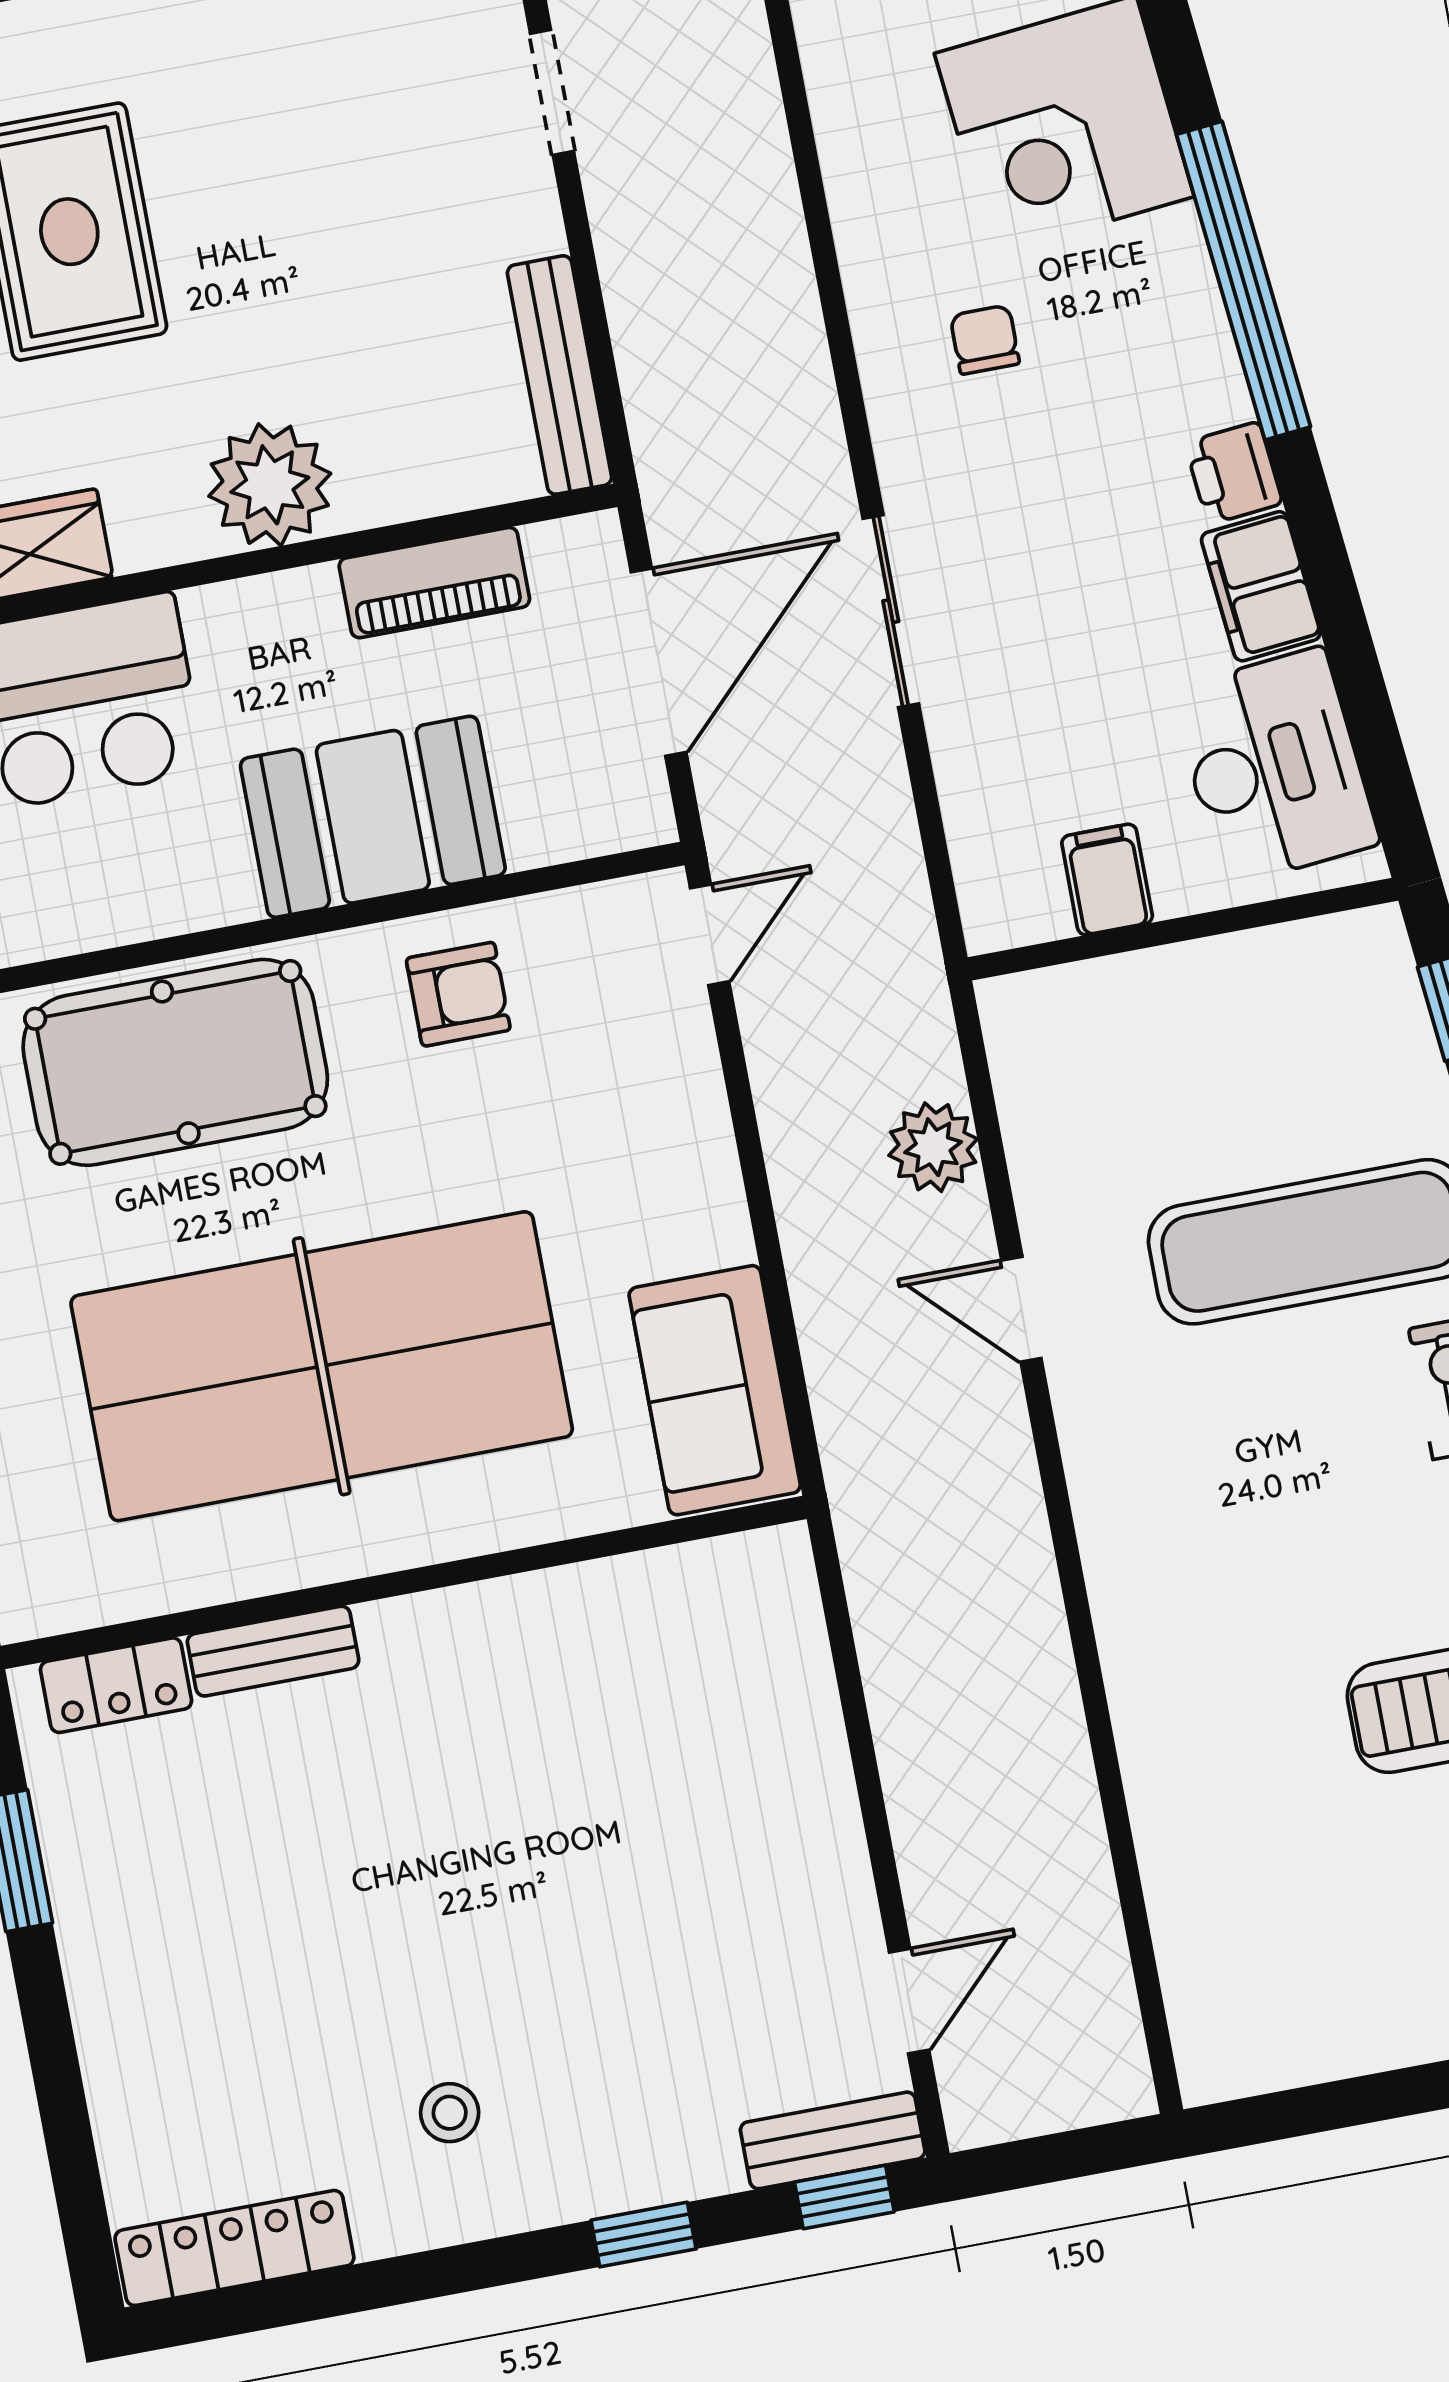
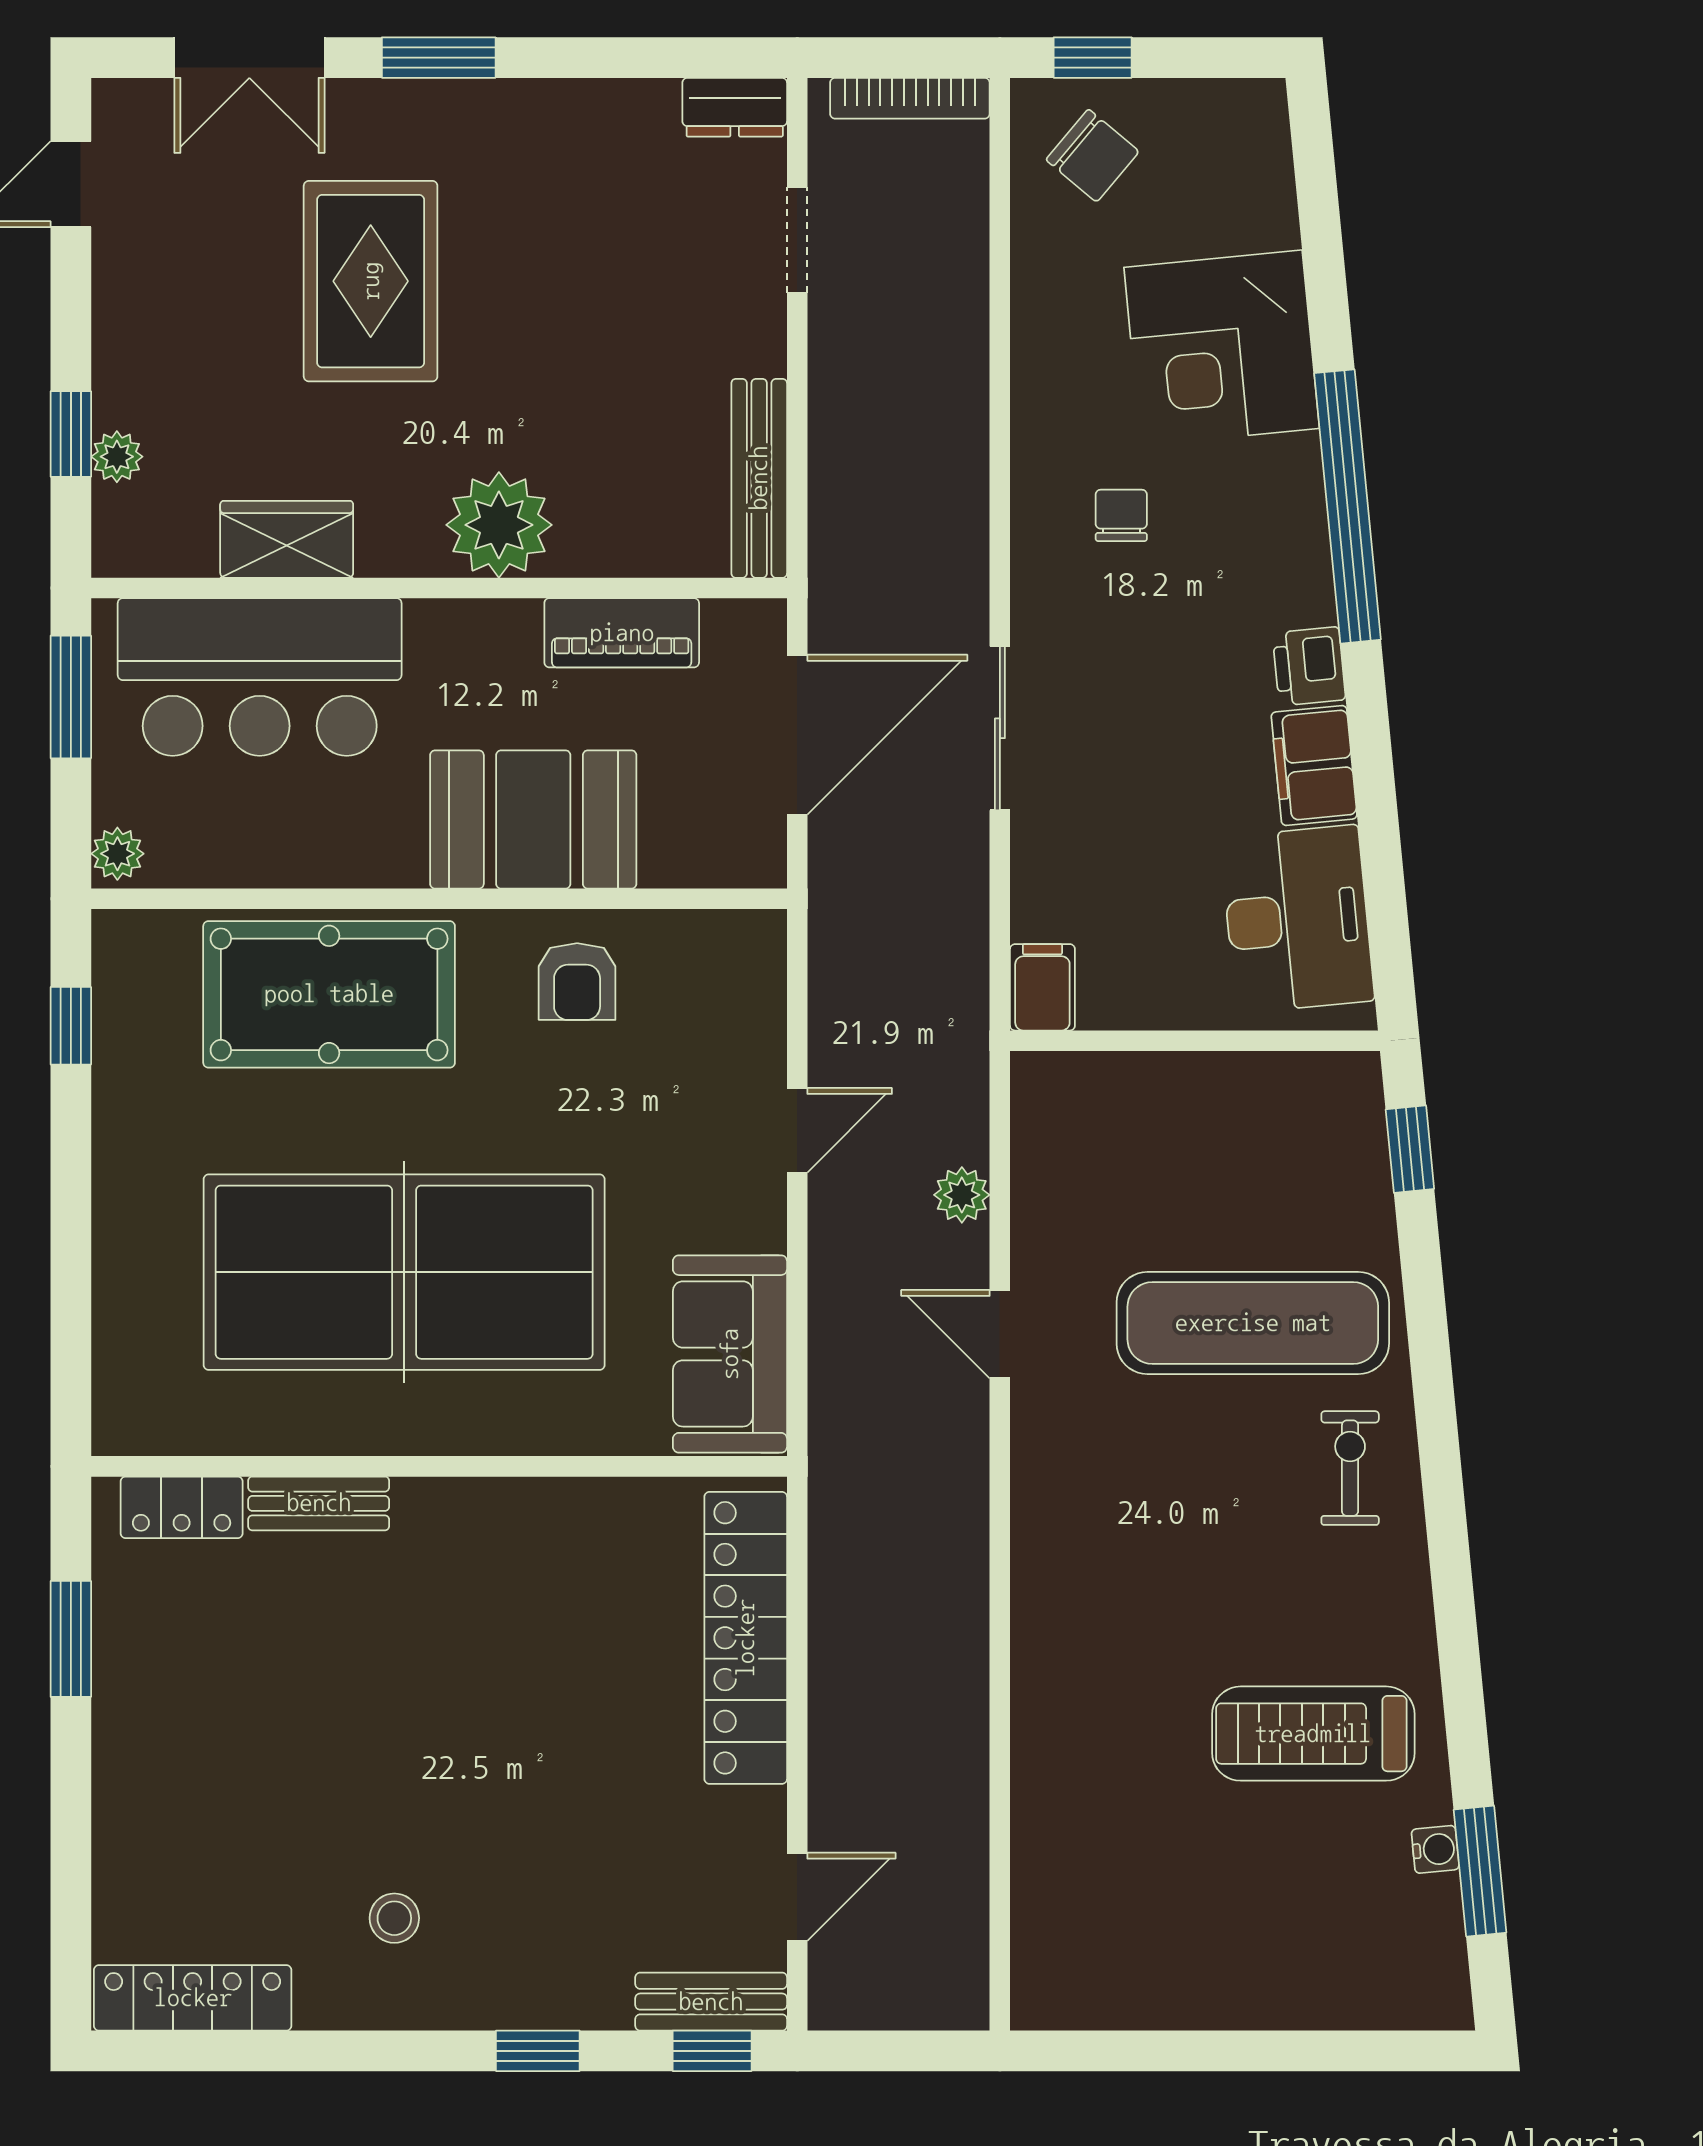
filing cabinet: (1107, 880) -> (1042, 987), moved
door: (710, 935) -> (797, 1130), moved
armchair: (458, 994) -> (577, 982), turned 90
plant: (933, 1147) -> (962, 1195), width x0.73, depth x0.73
locker: (794, 1714) -> (746, 1638), added

